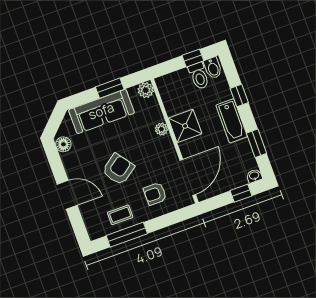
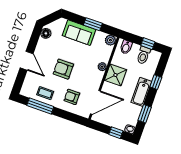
bidet: (213, 68) -> (126, 47), moved
sofa: (101, 111) -> (79, 33), width x0.73
armchair: (118, 169) -> (63, 69), turned -144

